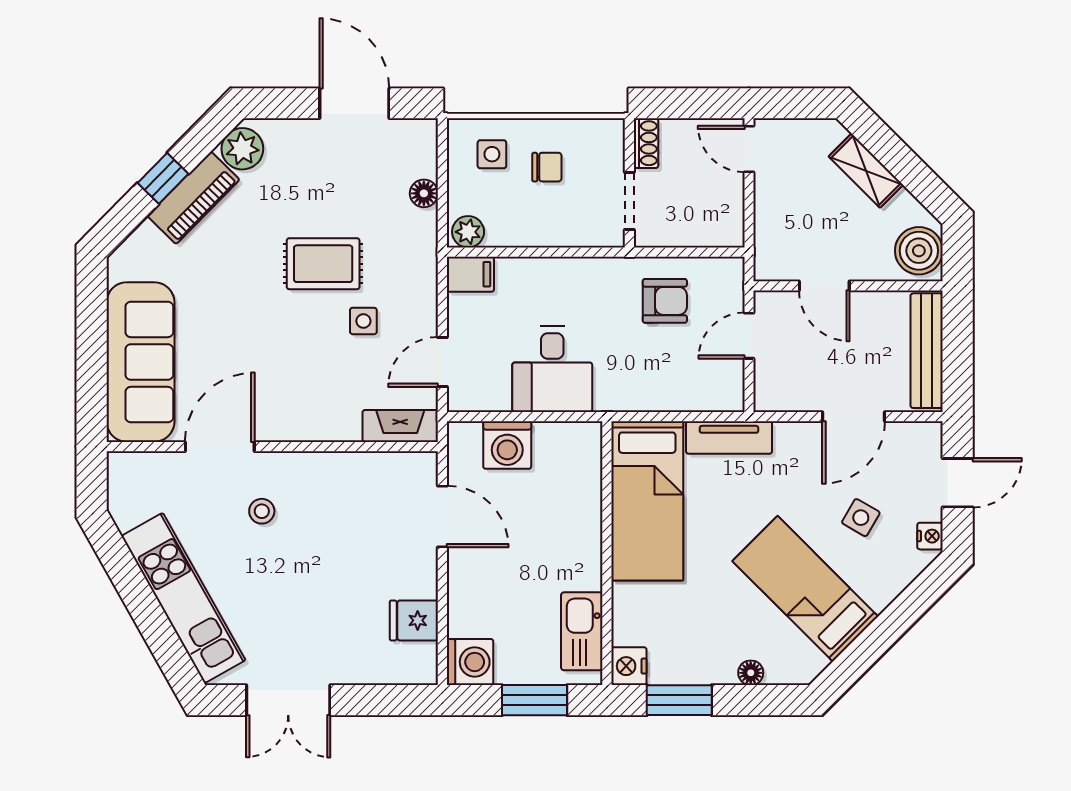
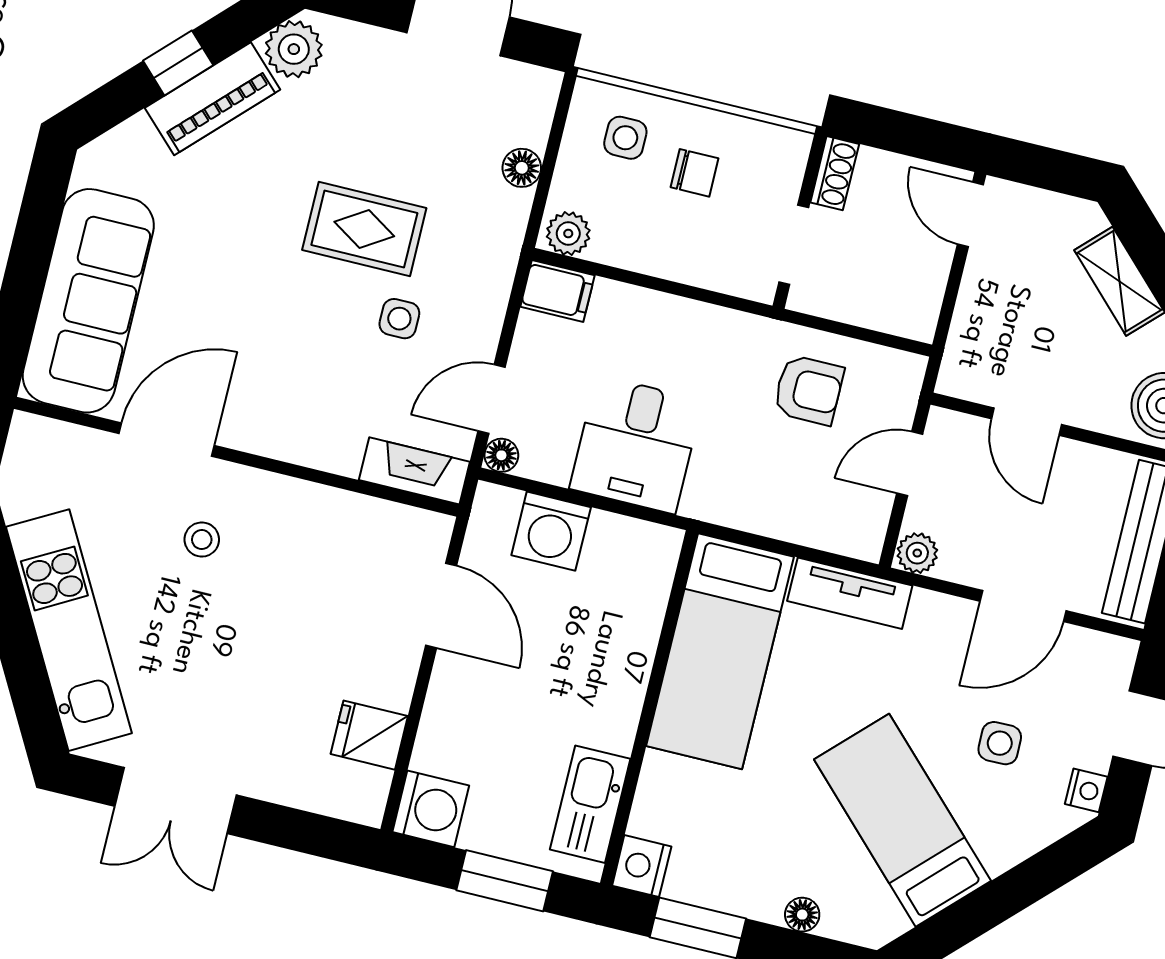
plant: (770, 397) -> (917, 553), added
floor lamp: (459, 400) -> (501, 455), added
side table: (861, 518) -> (1000, 743), turned -31

